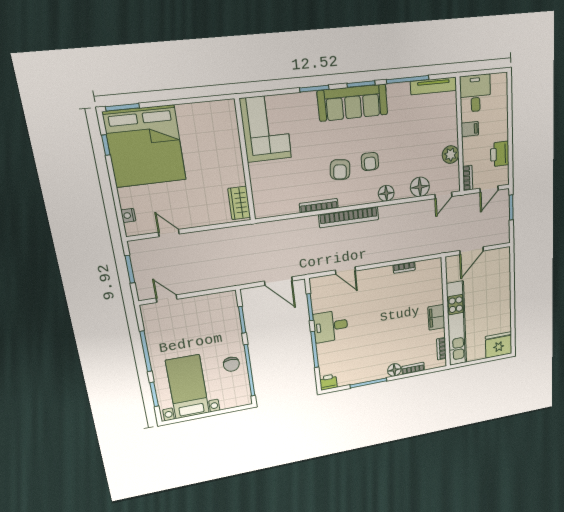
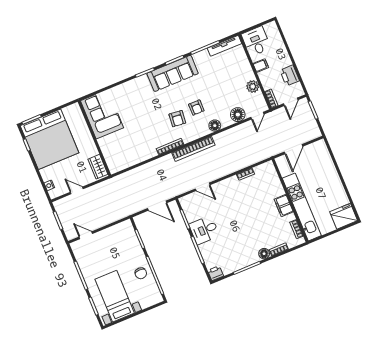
corner sofa: (266, 128) -> (102, 114), moved
wall: (245, 161) -> (94, 138), moved
wardrobe: (239, 203) -> (98, 167), moved

